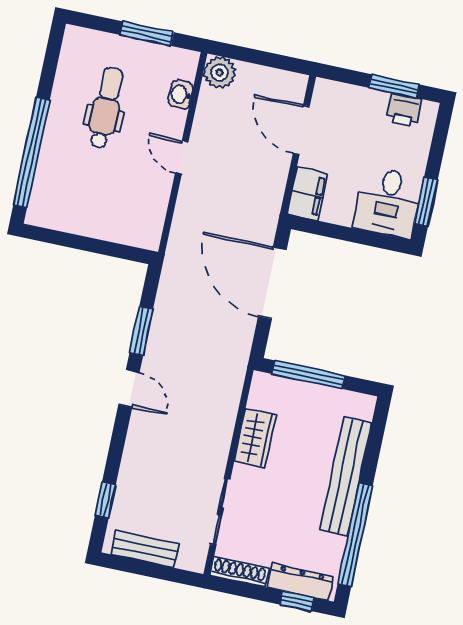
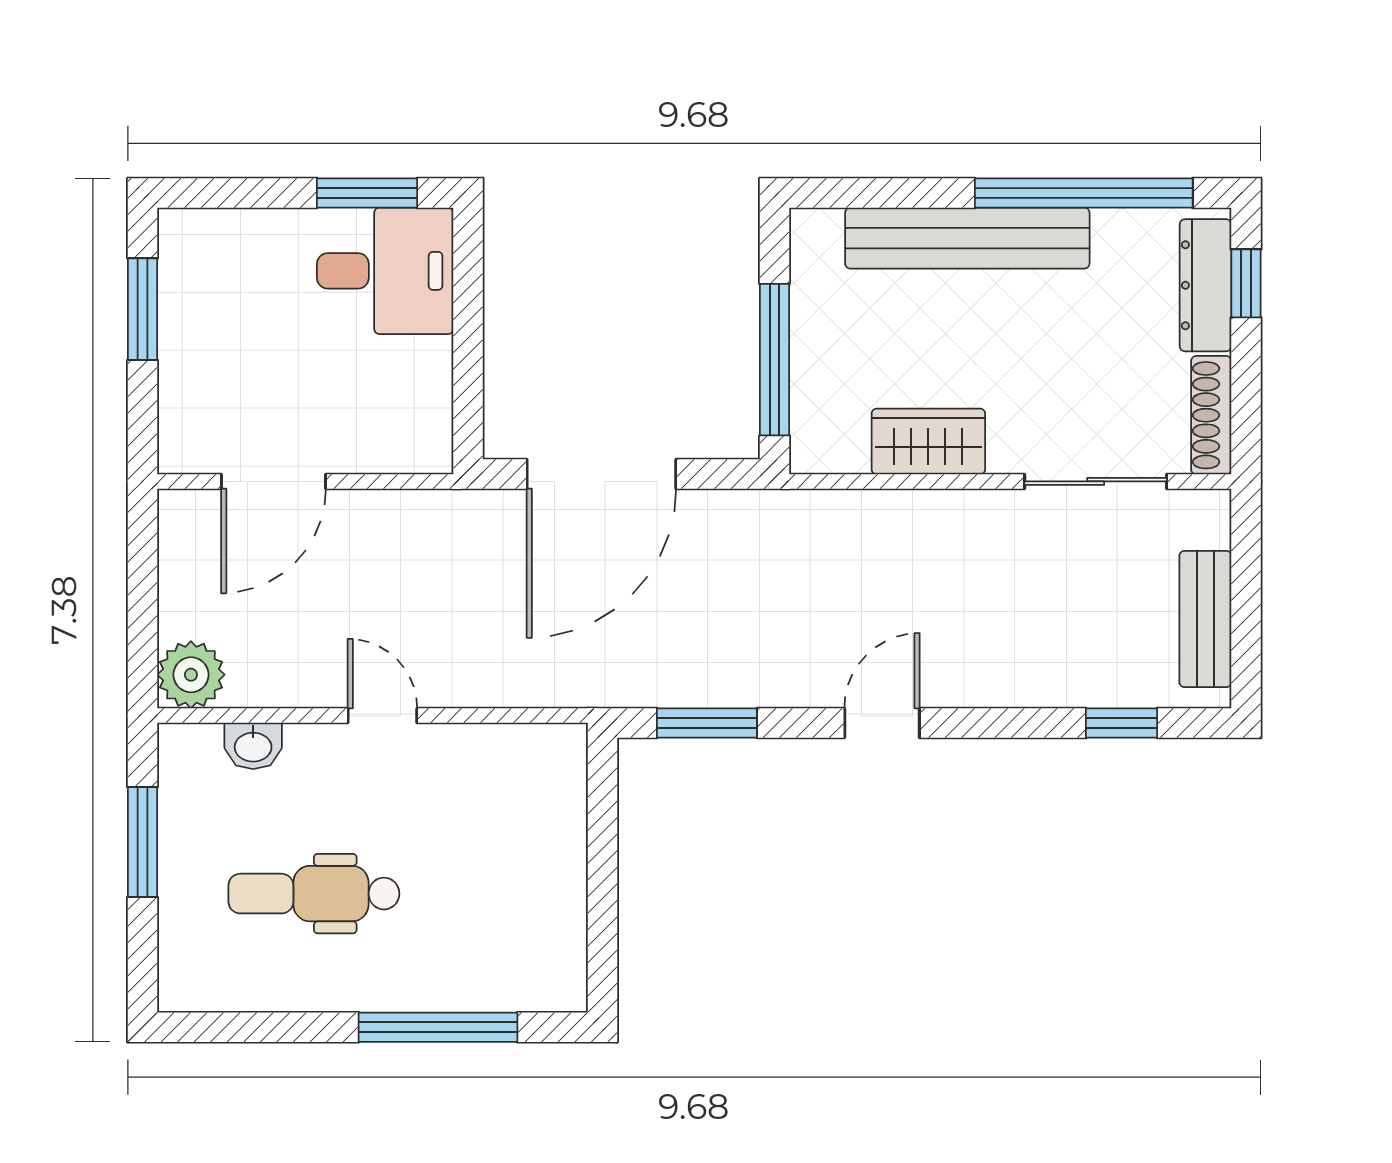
printer: (404, 110) -> (188, 278), removed
window: (32, 152) -> (438, 1027), width x0.68
door: (182, 157) -> (382, 716), swing flipped
filing cabinet: (307, 194) -> (403, 441), removed
window: (141, 331) -> (707, 723), moved

